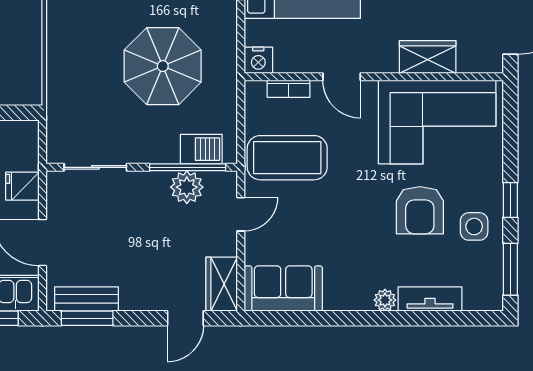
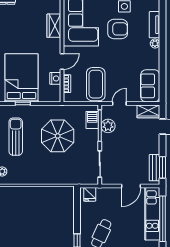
nightstand: (258, 60) -> (55, 78), moved
fridge: (22, 186) -> (90, 194), moved
door: (241, 214) -> (119, 104), hinge flipped

